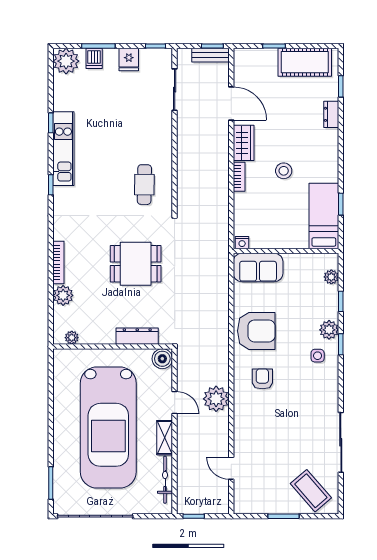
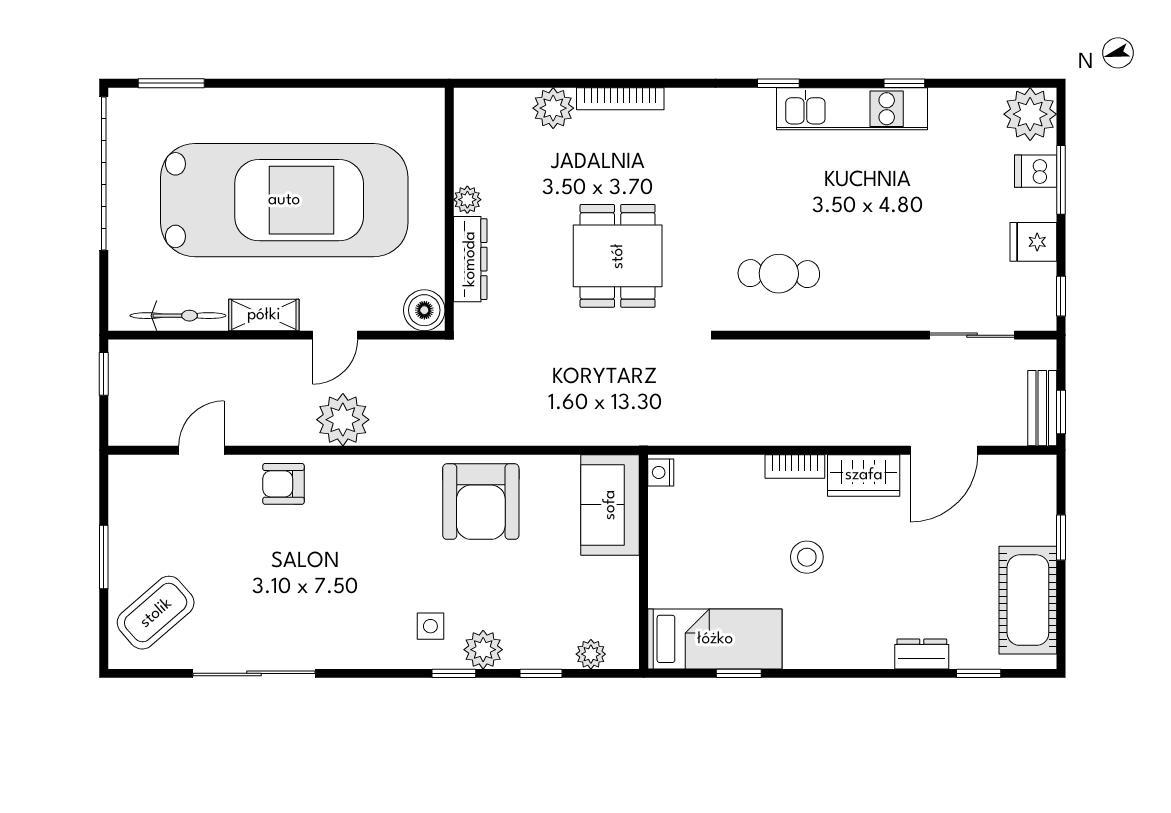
plant: (72, 338) -> (467, 200), moved
armchair: (262, 379) -> (283, 484), moved, turned 180
car: (108, 428) -> (284, 200), turned 180

